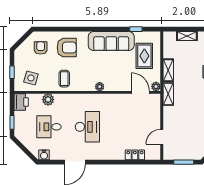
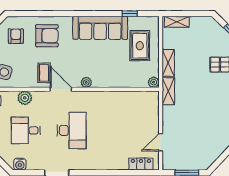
shelving: (187, 36) -> (177, 22), moved
door: (140, 92) -> (61, 89), moved
locker: (135, 155) -> (141, 164), moved

